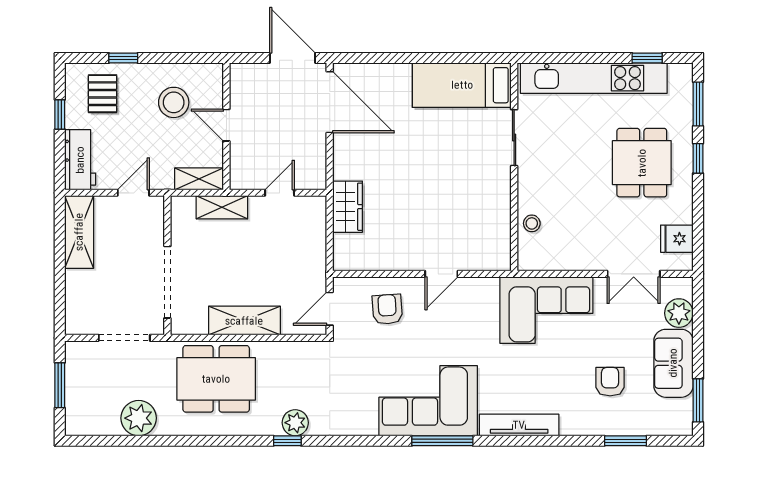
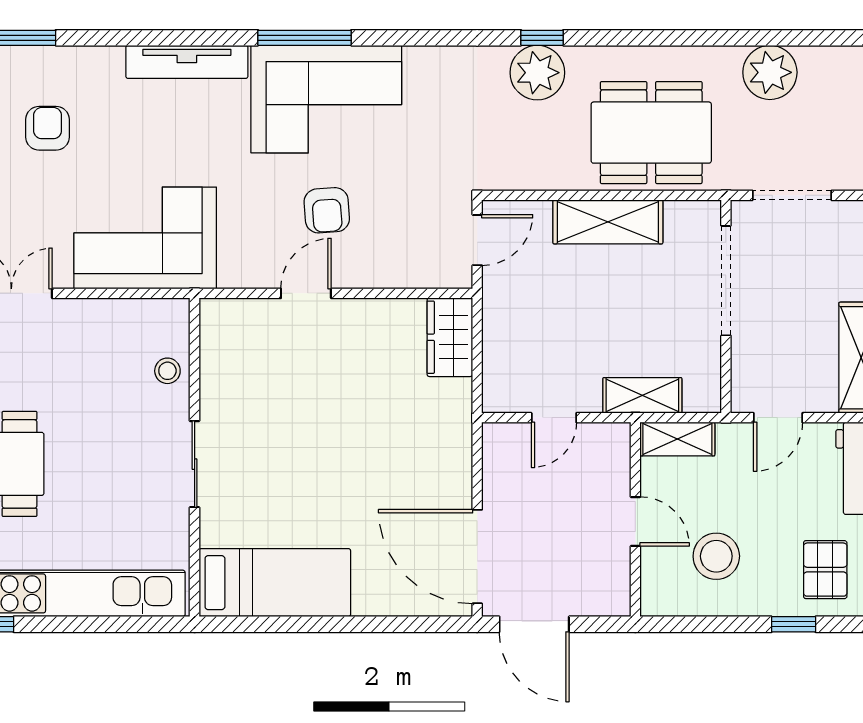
sliding door: (514, 138) -> (195, 464), moved
wardrobe: (348, 207) -> (450, 337), moved
armchair: (387, 309) -> (327, 210), moved
armchair: (610, 382) -> (48, 128), turned 180
plant: (295, 423) -> (537, 73), width x1.36, depth x1.36

